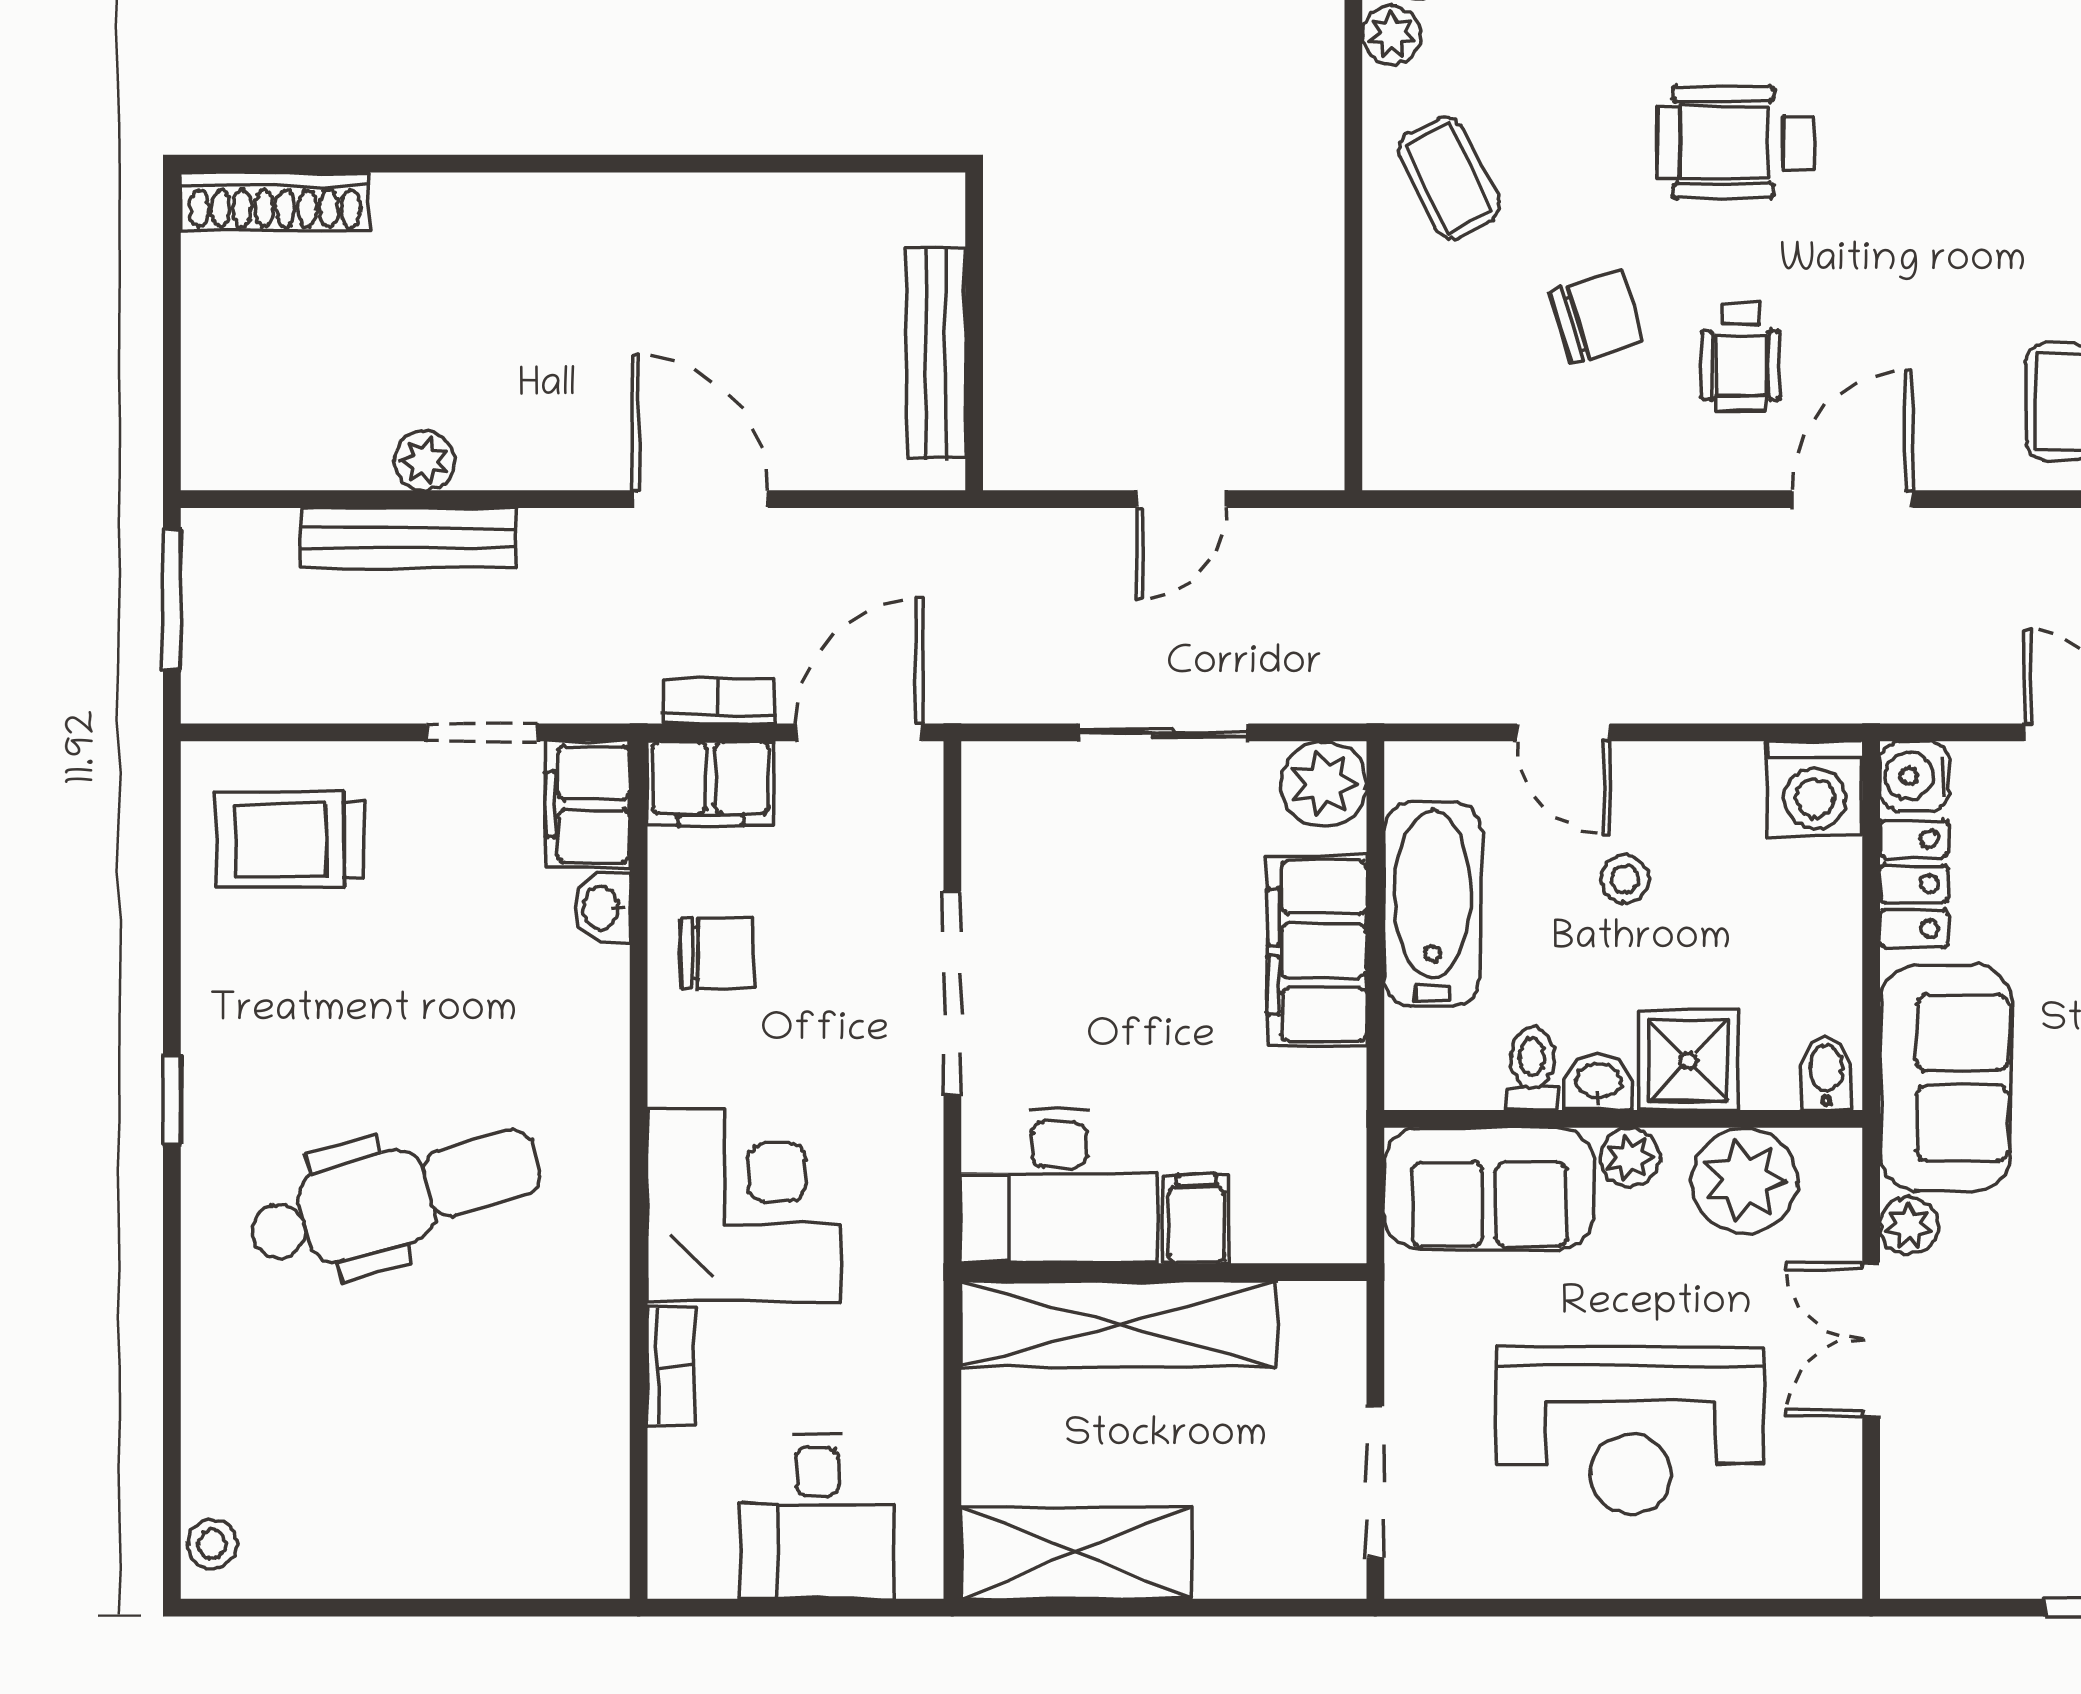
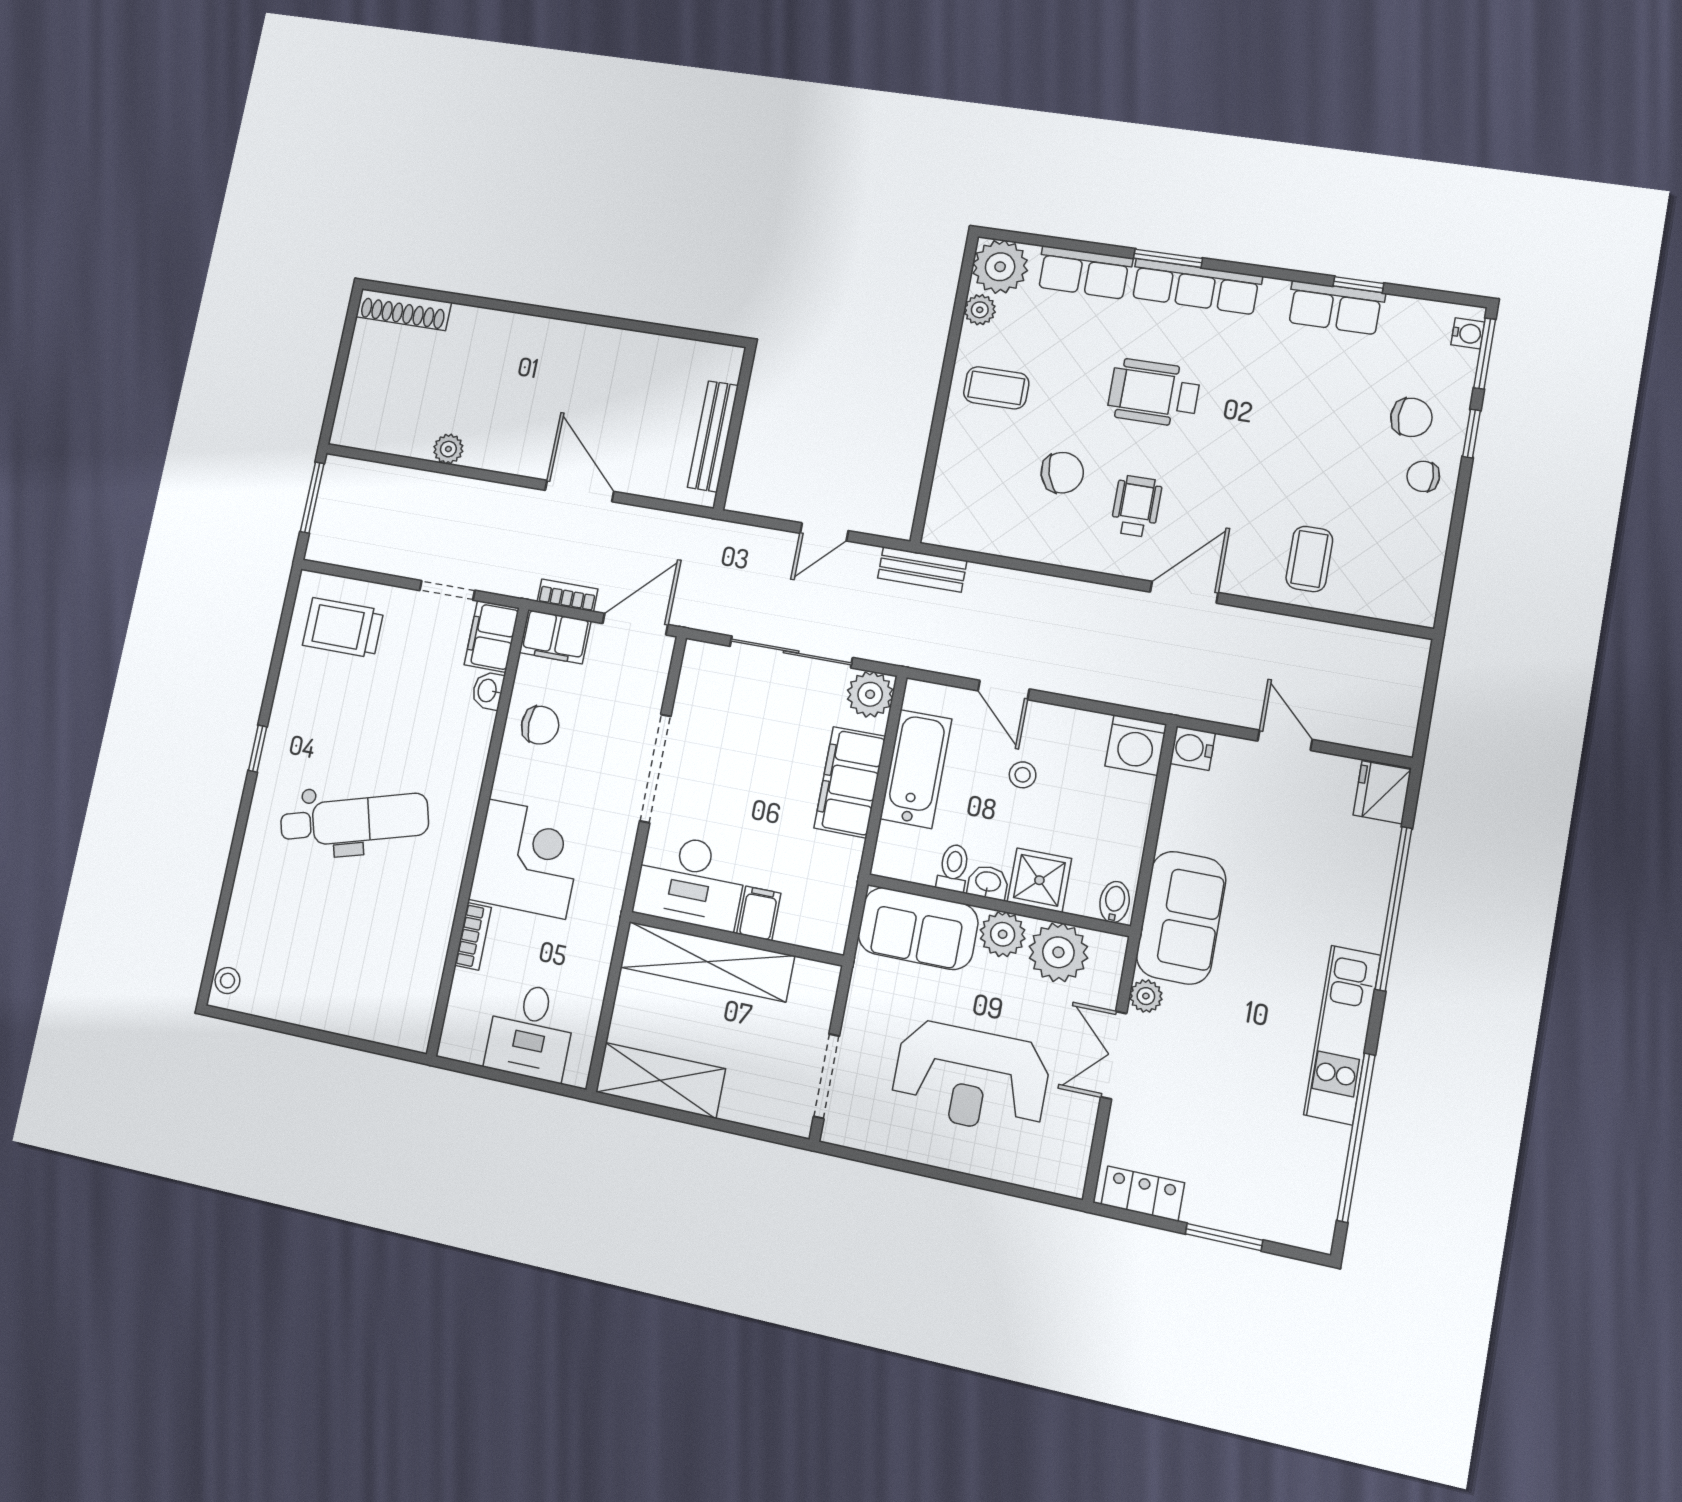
coffee table: (1449, 178) -> (996, 388), turned -64
wheelchair: (1741, 357) -> (1136, 506), turned 180
bench: (408, 538) -> (922, 569), moved, width x0.73
sliding door: (1163, 732) -> (791, 652), width x1.37
locker: (1914, 884) -> (1143, 1194), moved, turned -90
plant: (1630, 1157) -> (1003, 934), width x1.38, depth x1.38

